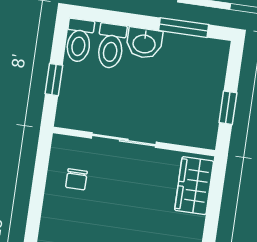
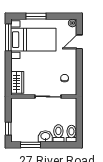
window: (54, 80) -> (79, 117), removed
window: (228, 108) -> (8, 129), moved

